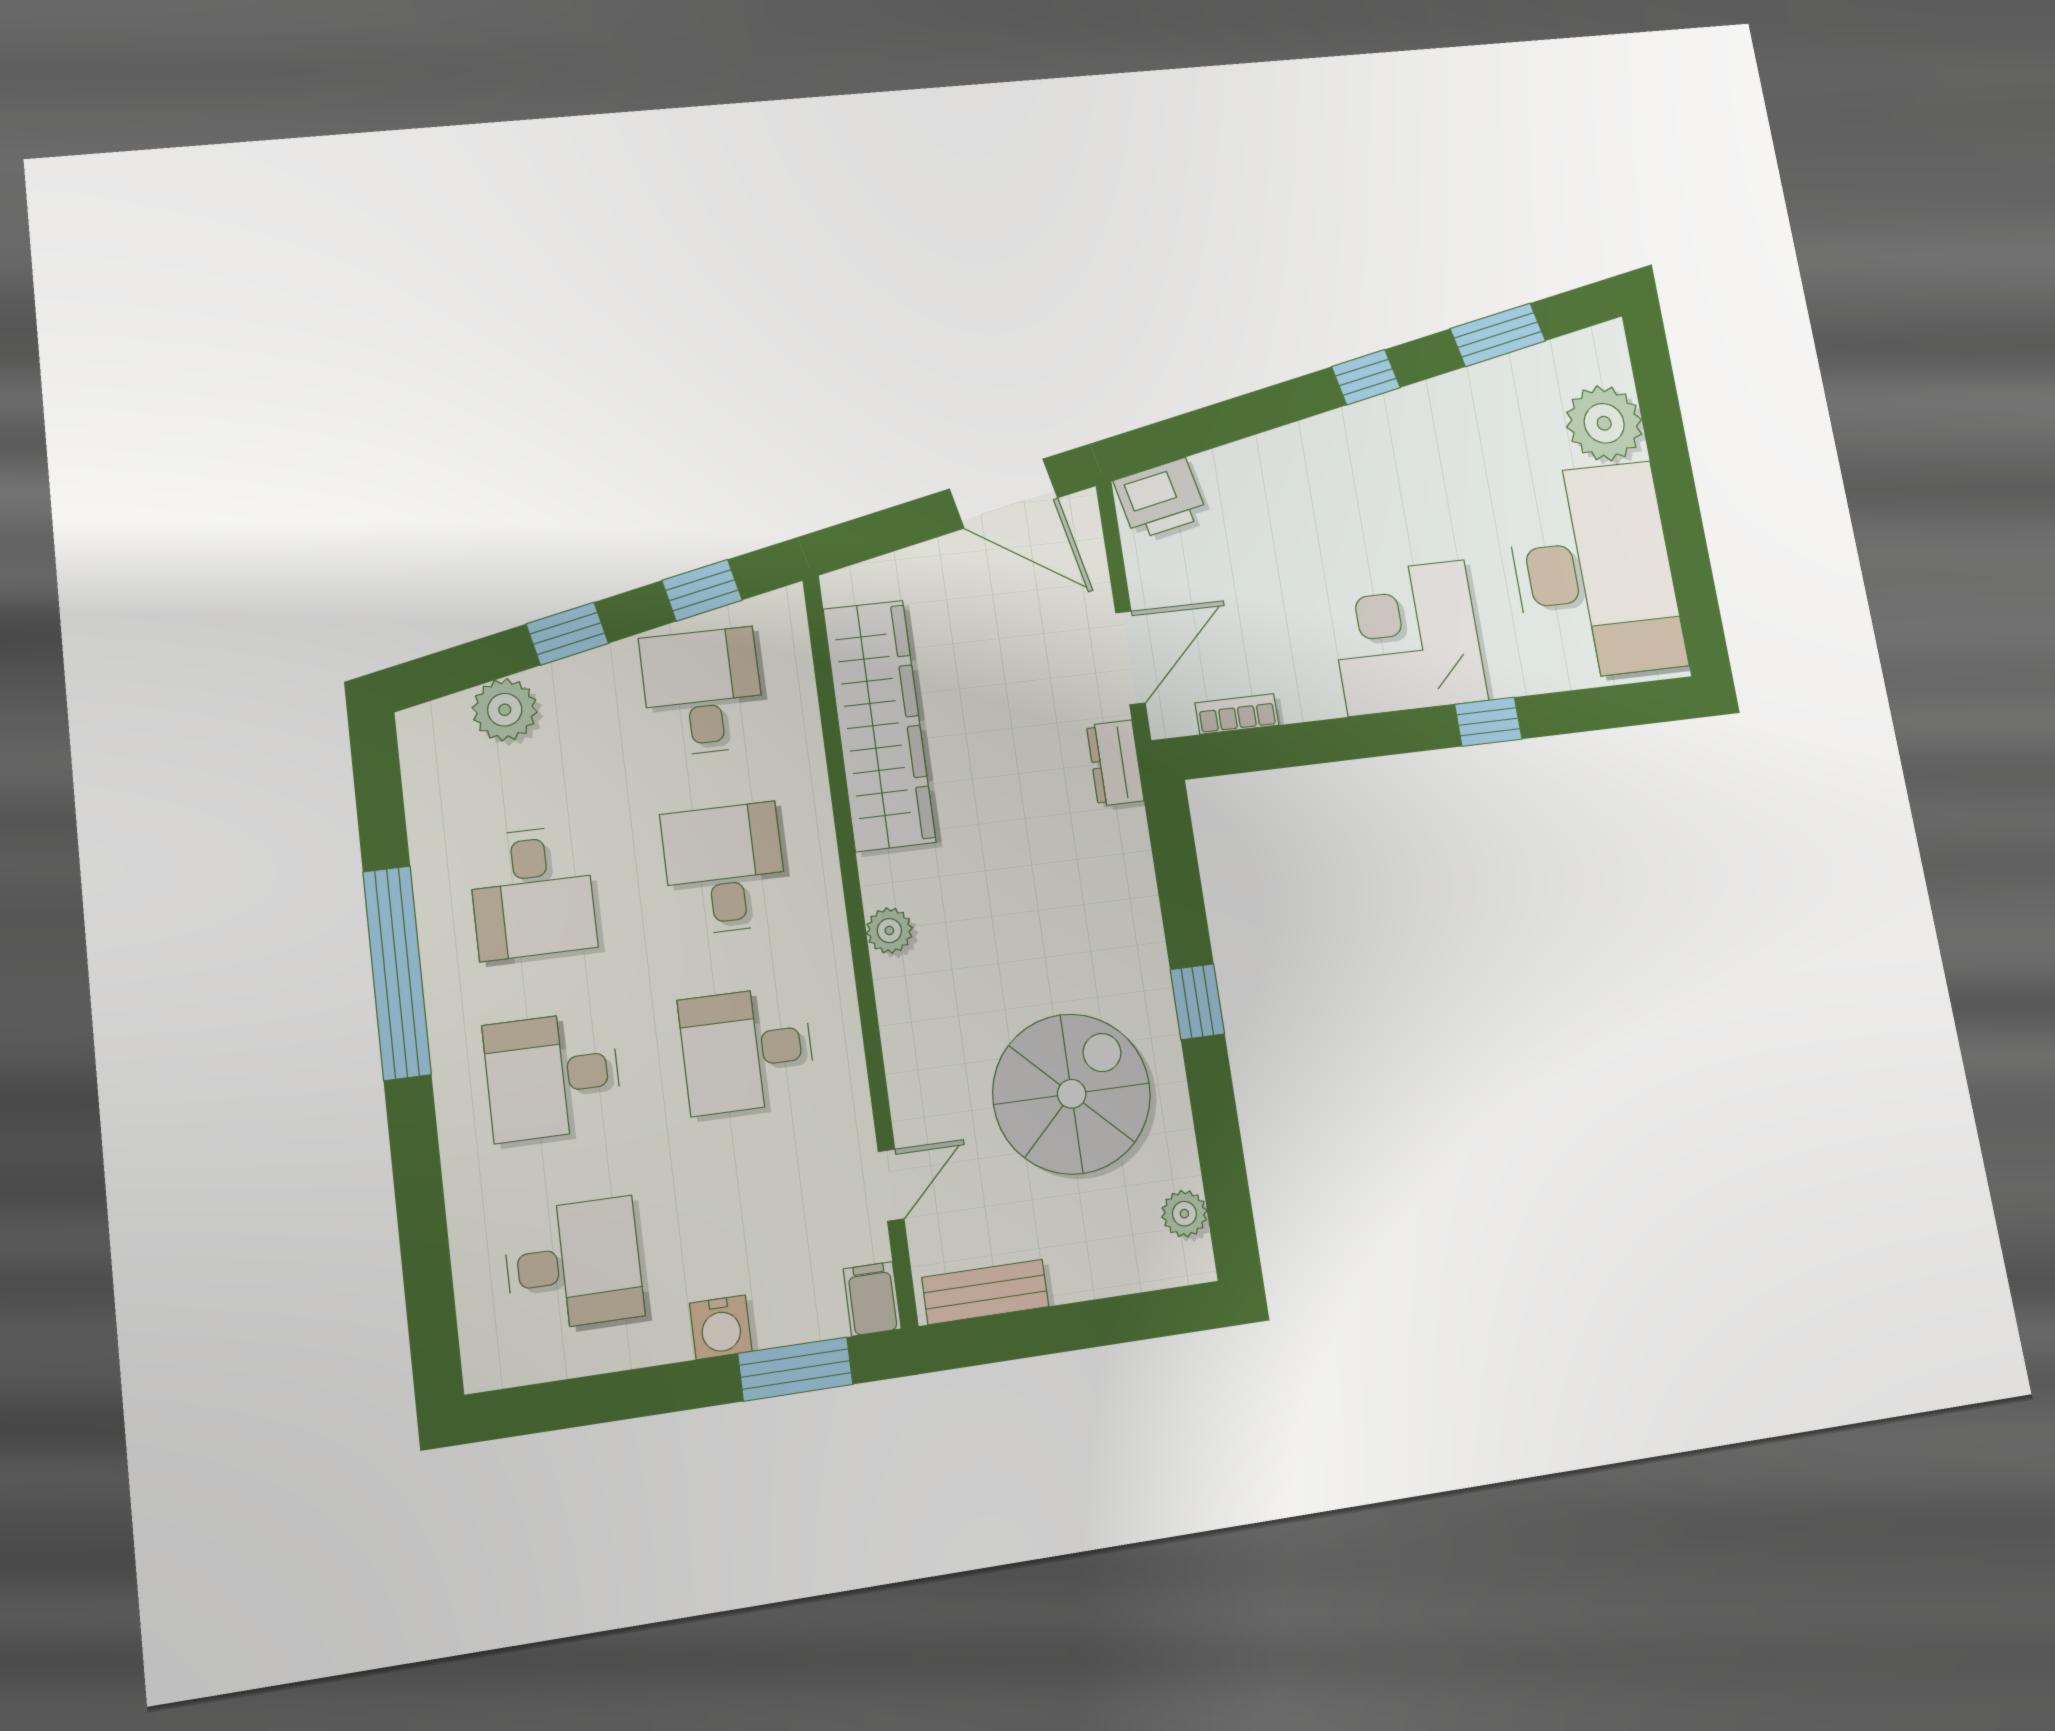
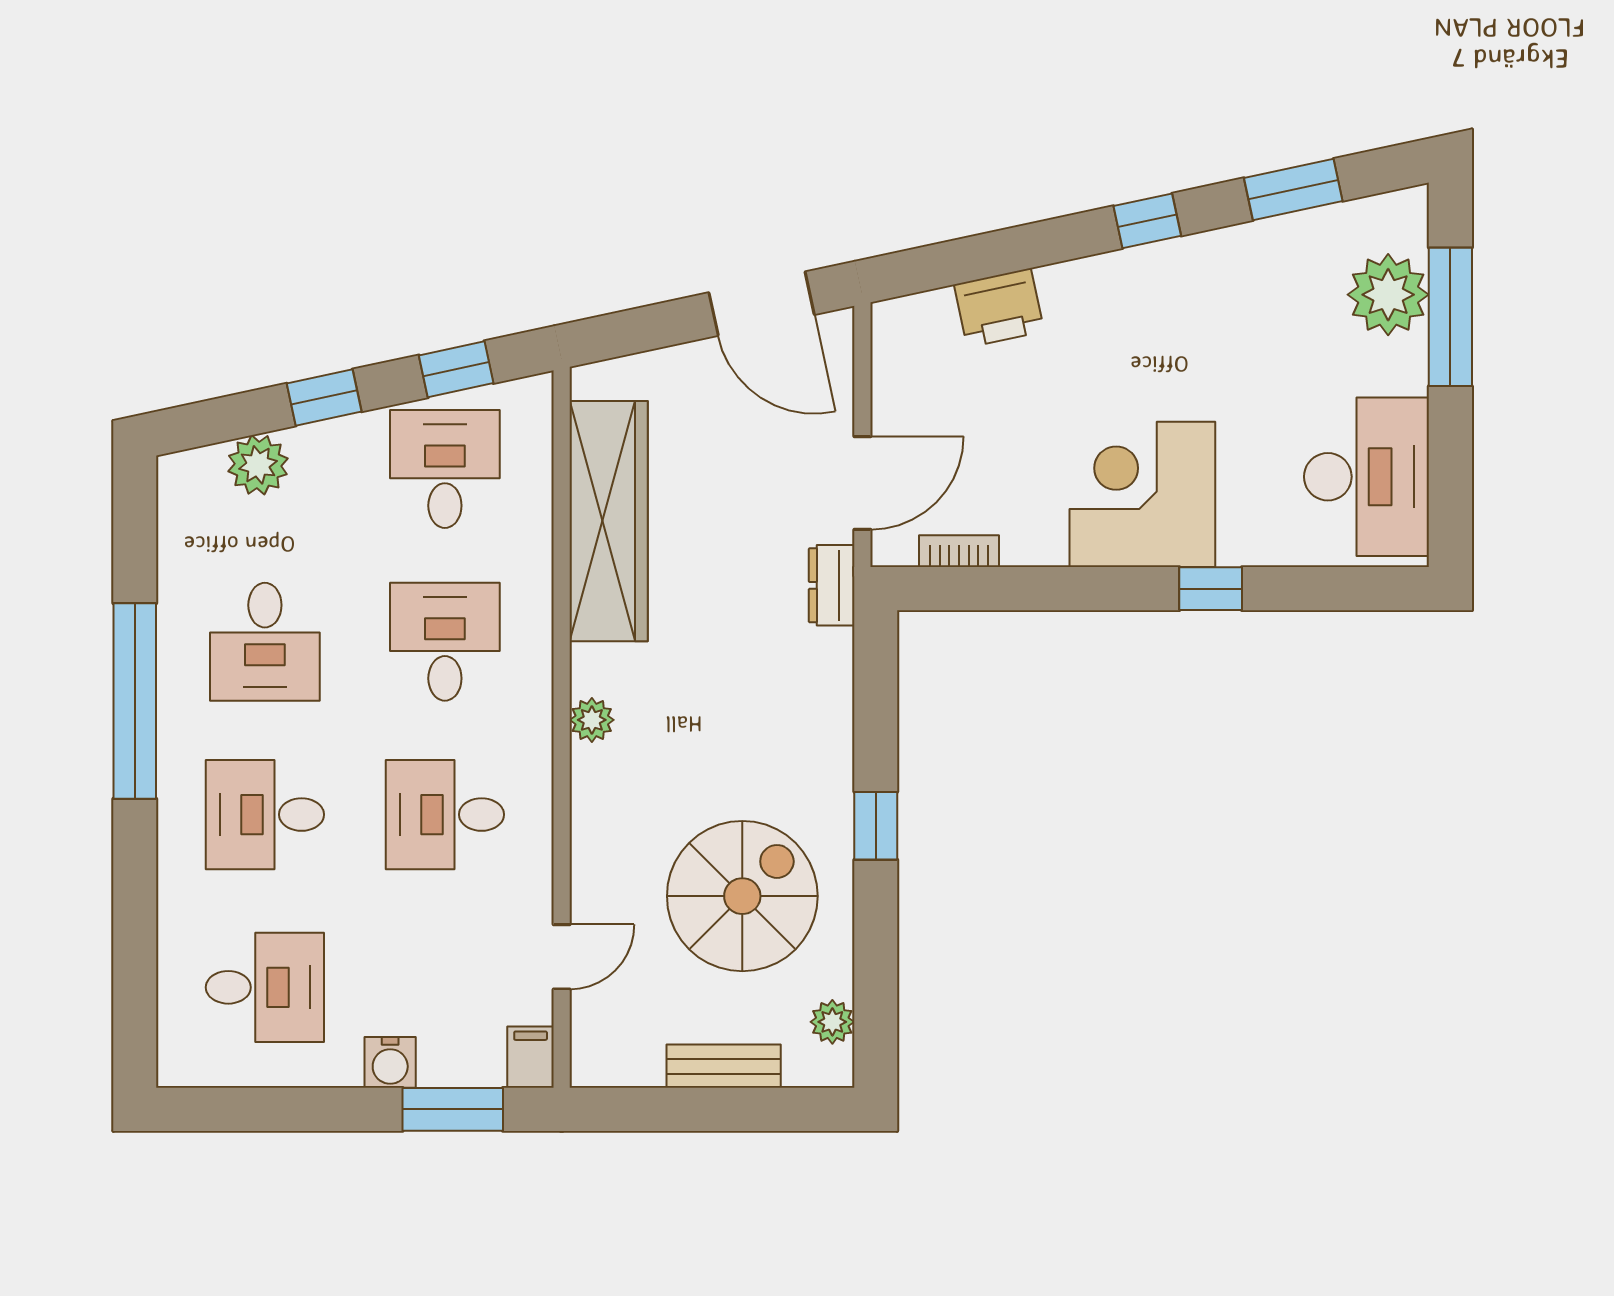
window: (1666, 438) -> (1450, 317), added
printer: (1161, 499) -> (999, 308), moved
desk: (1594, 571) -> (1366, 477), width x0.73, depth x0.77
bench: (985, 1292) -> (724, 1066), moved

